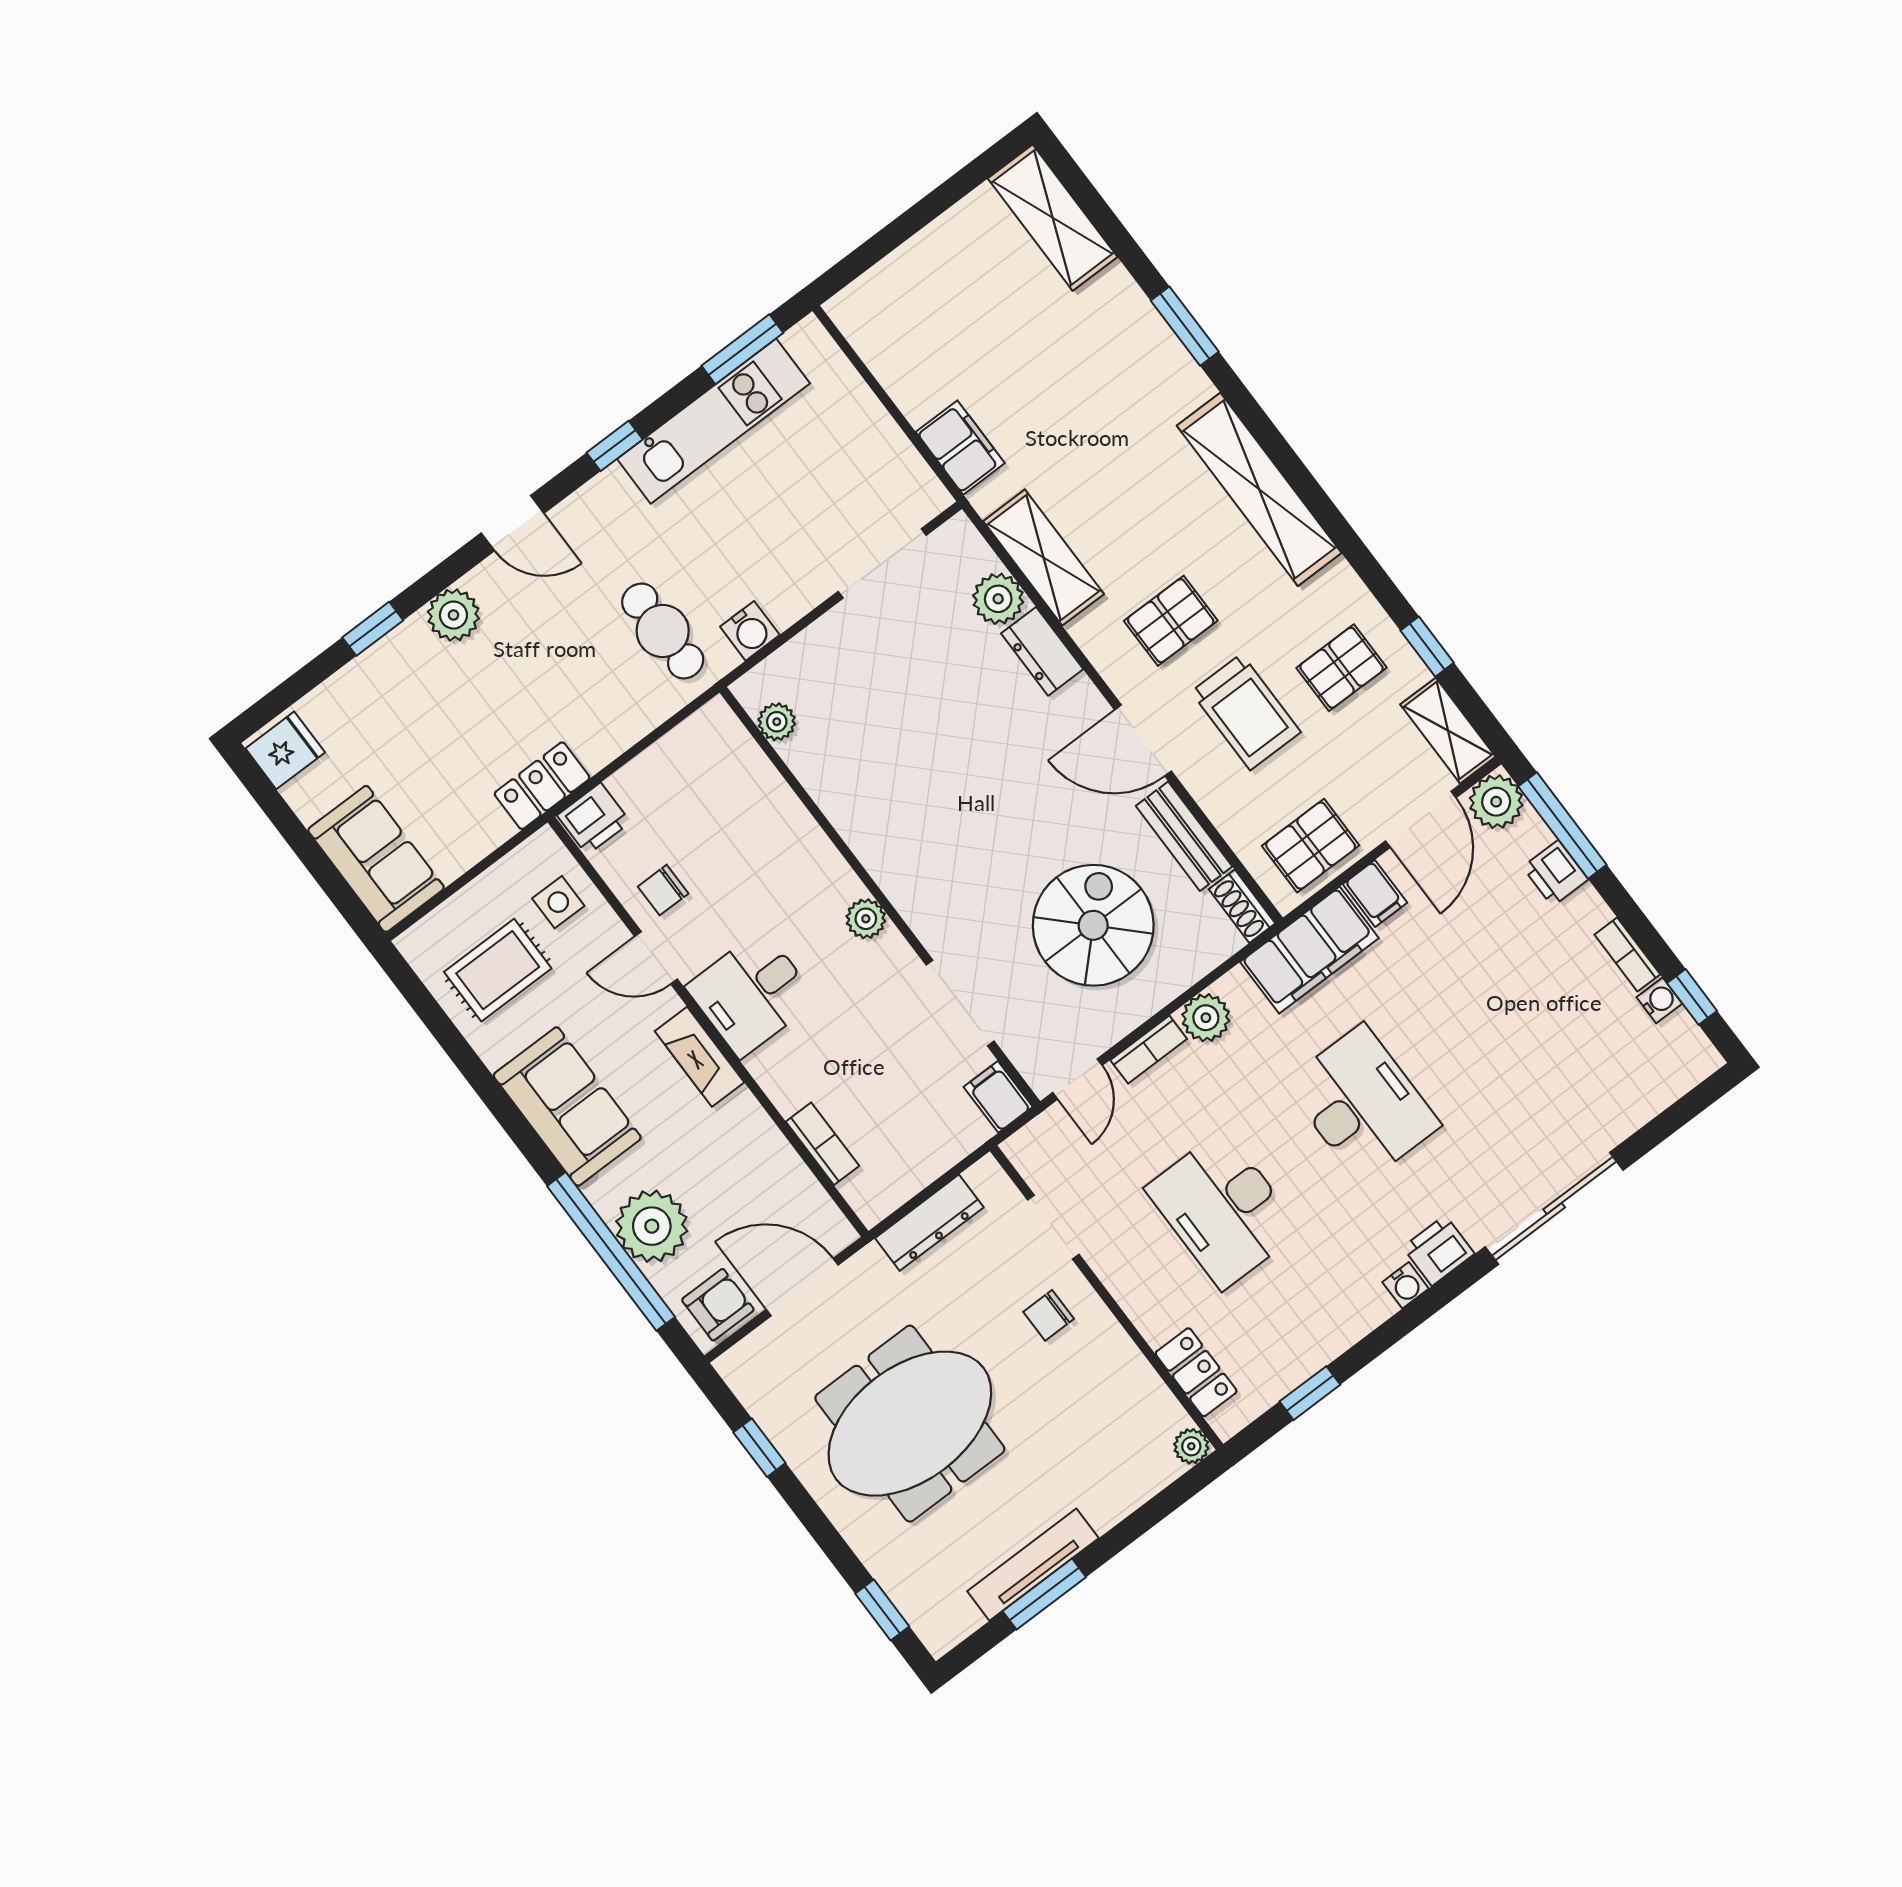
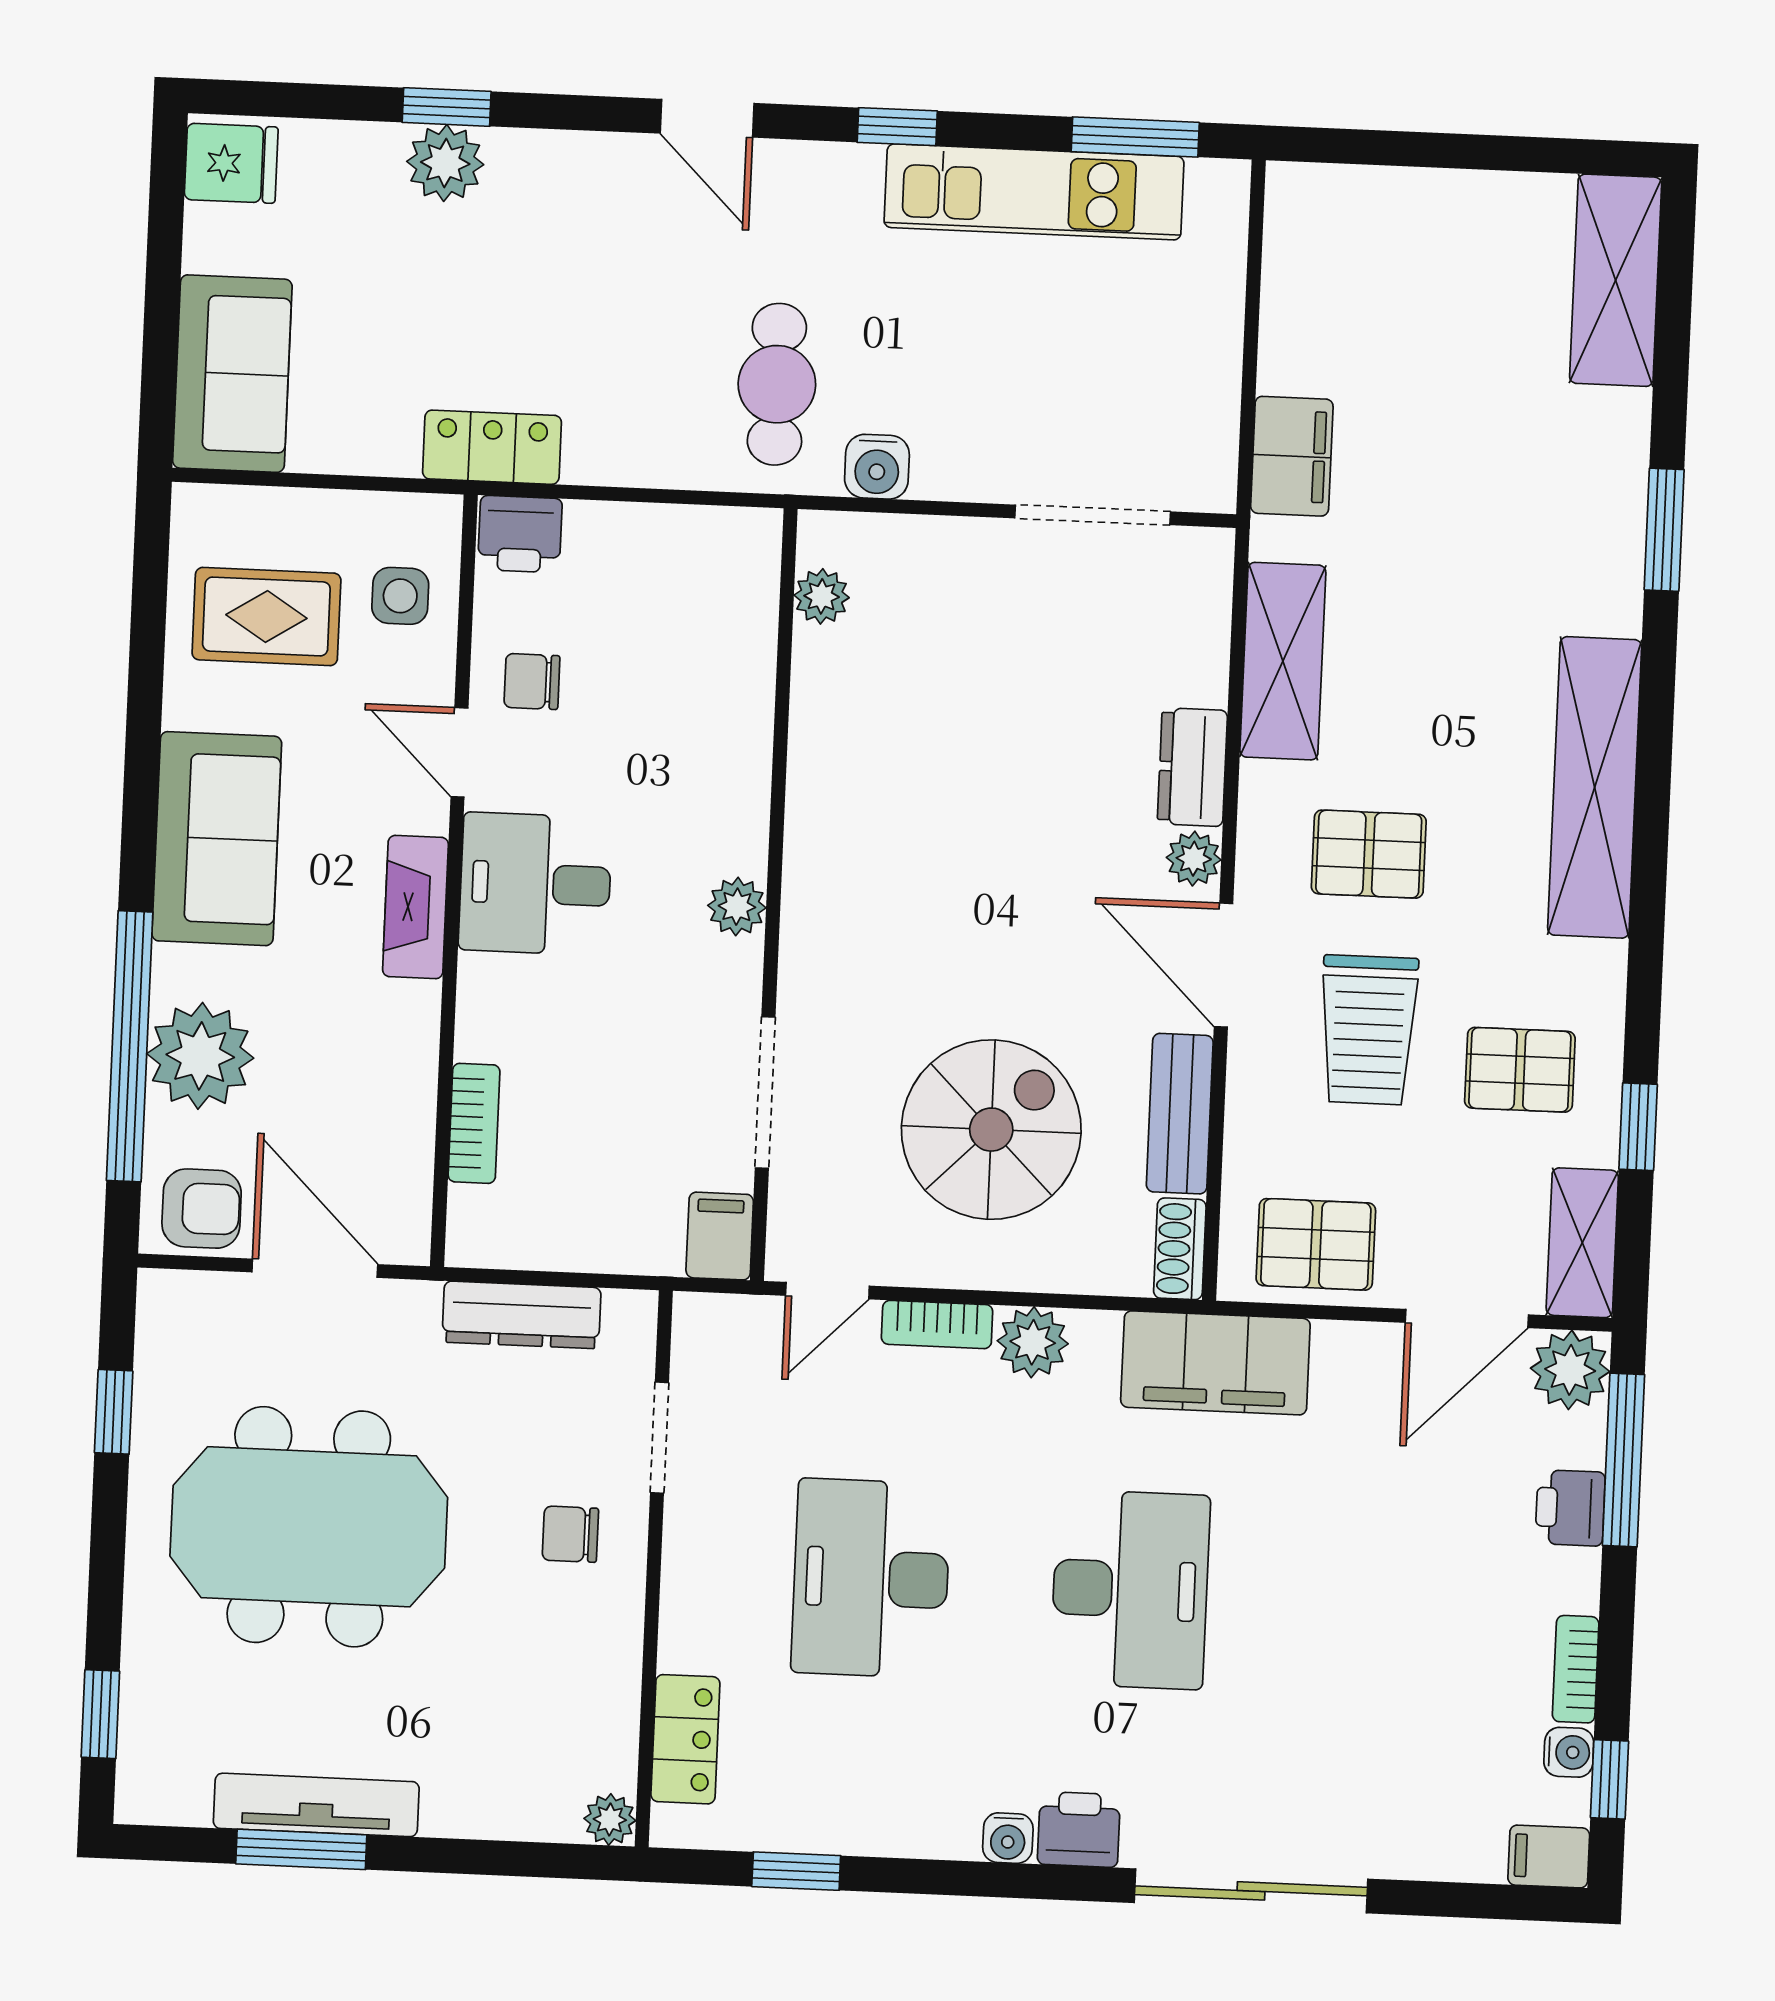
plant: (998, 599) -> (1194, 859), moved, width x0.73, depth x0.73
plant: (453, 615) -> (445, 163), moved
filing cabinet: (1375, 893) -> (1549, 1856), moved, turned 90

